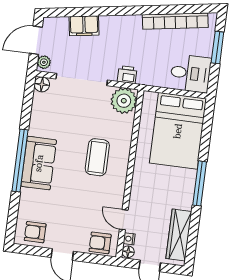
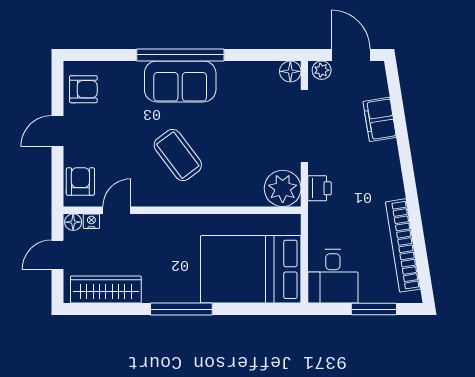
coffee table: (97, 157) -> (178, 155), moved, turned 53
armchair: (35, 232) -> (83, 89), turned 90

